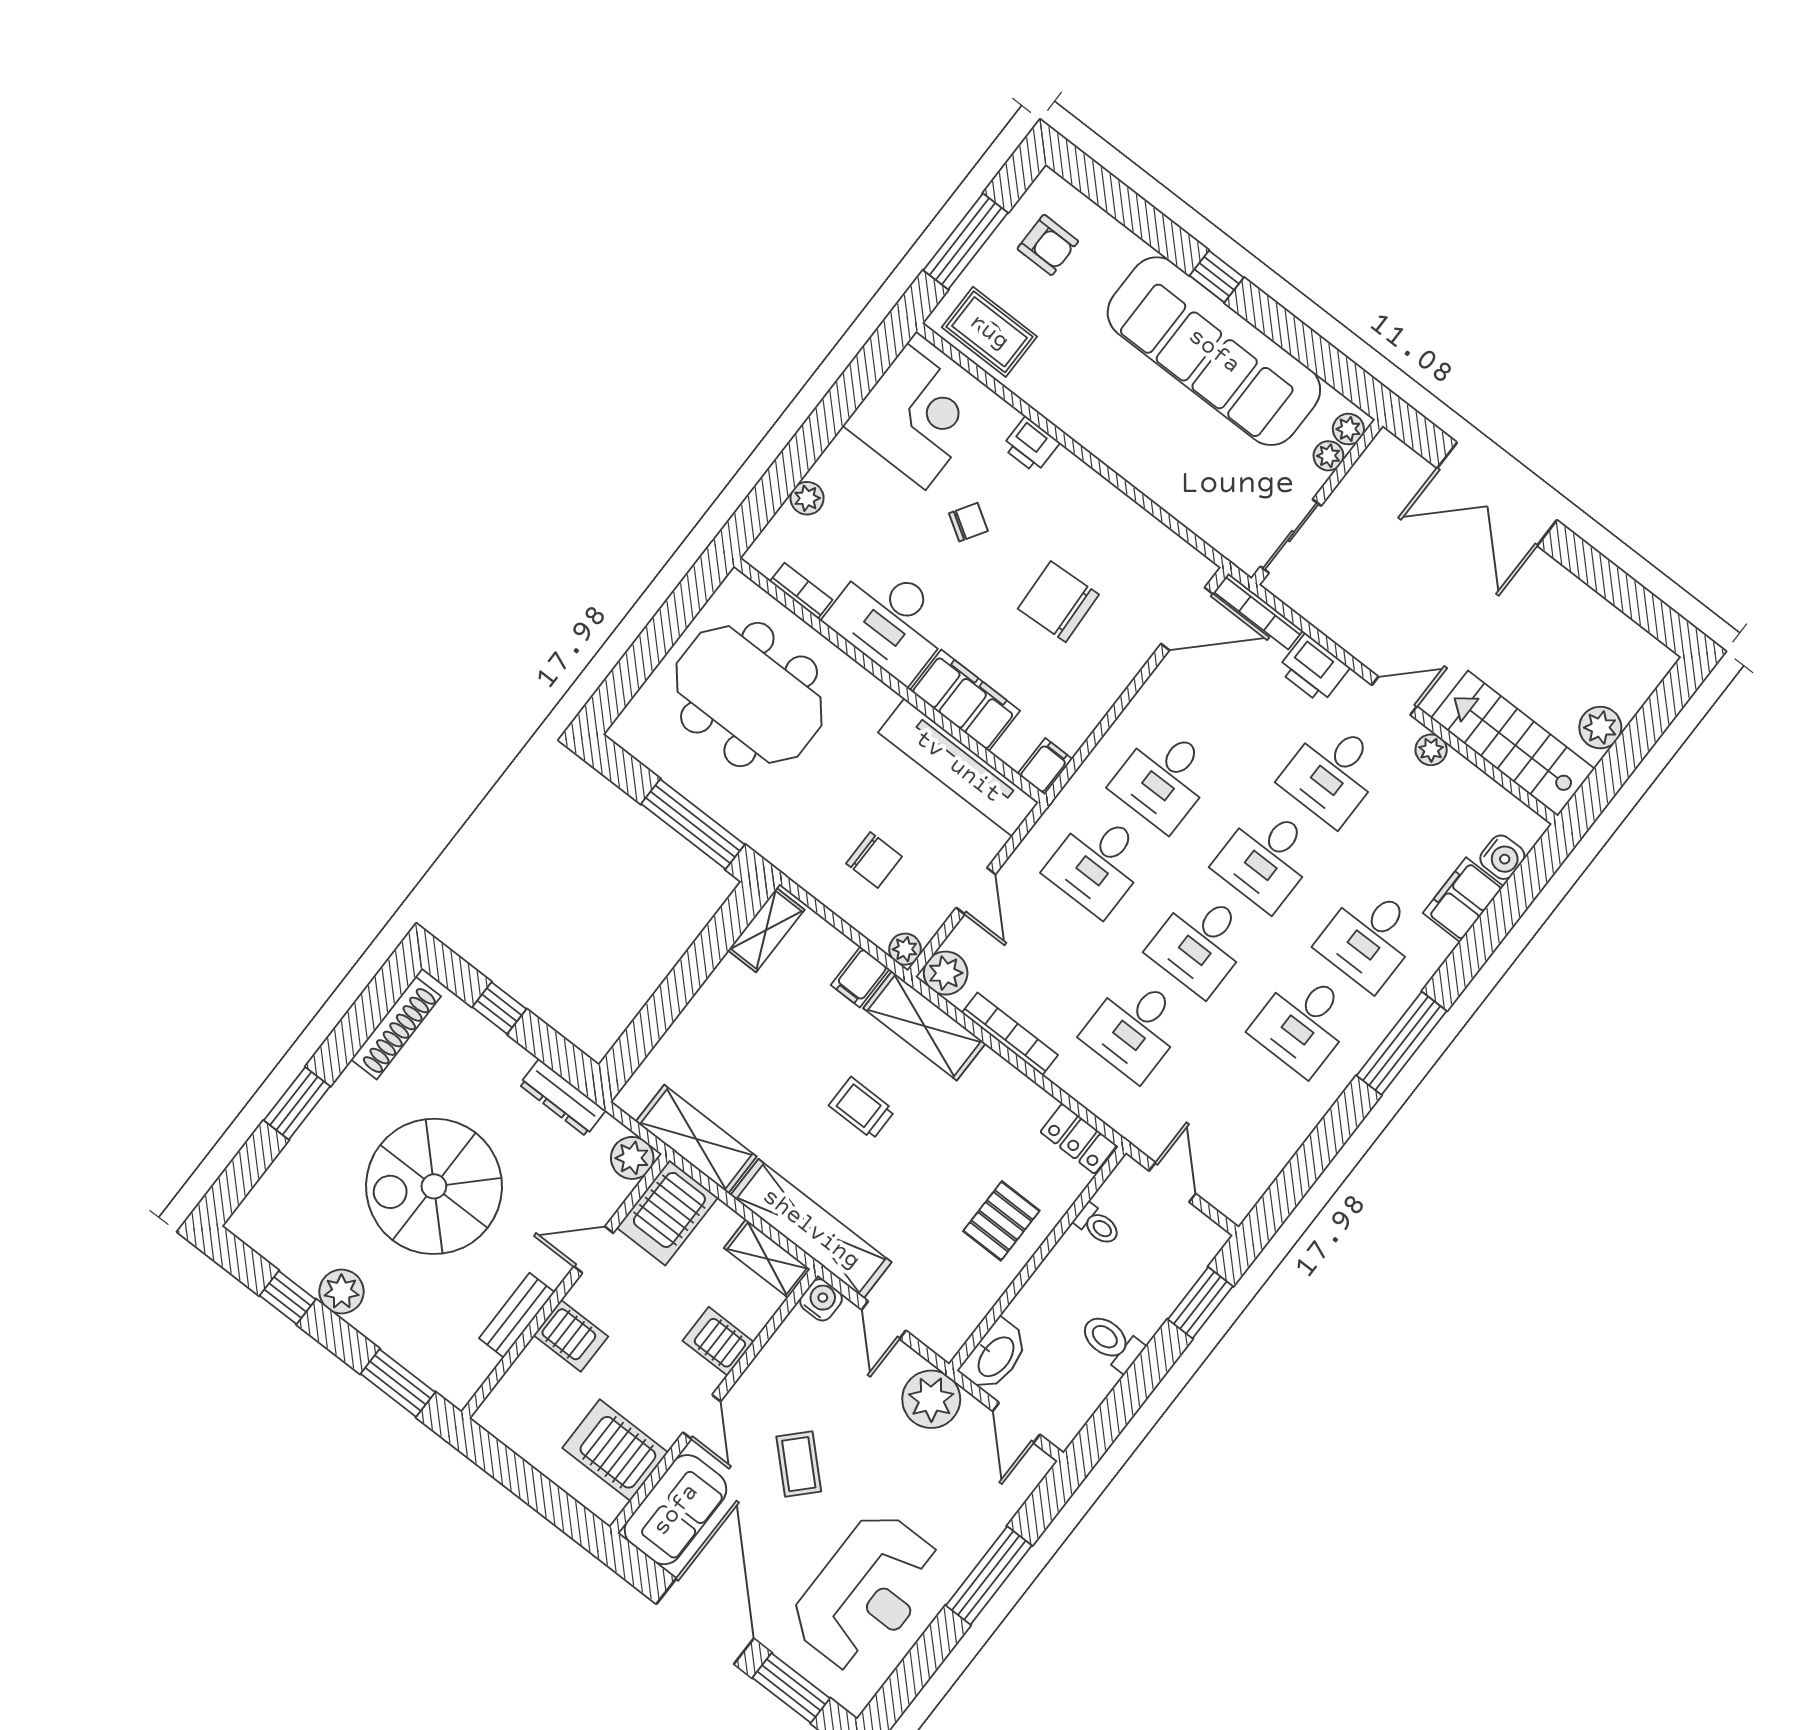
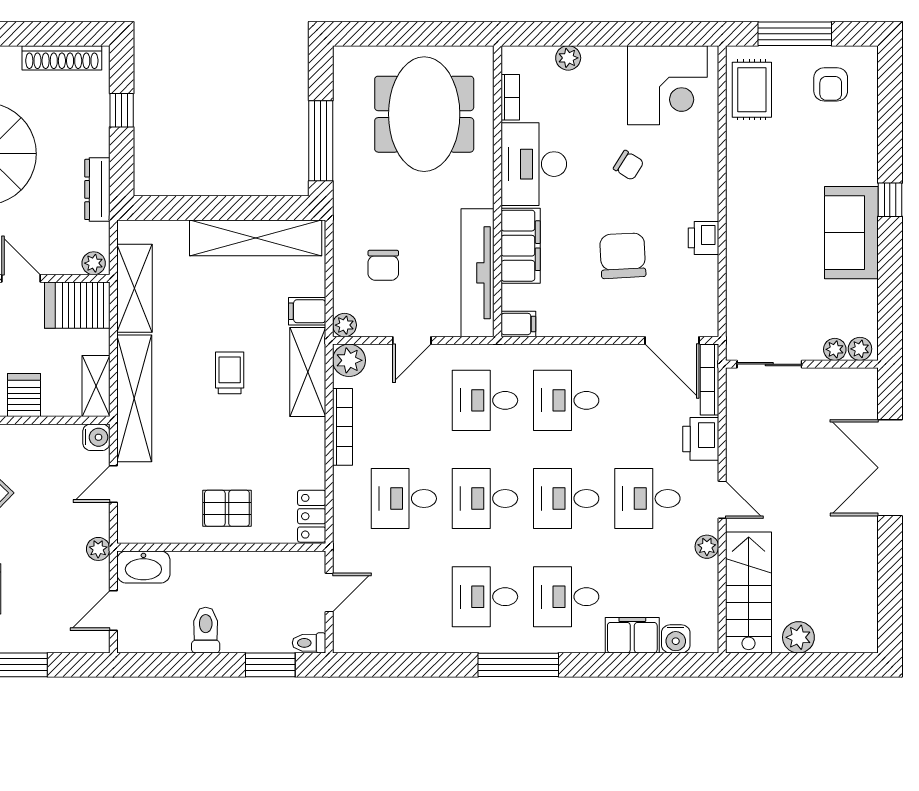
sofa: (1214, 351) -> (851, 233), width x0.54, depth x0.79
printer: (1031, 445) -> (704, 238), moved
shelving: (766, 930) -> (256, 238), width x2.20, depth x1.33
plant: (632, 1158) -> (94, 263), width x0.73, depth x0.73
toilet: (1097, 1225) -> (309, 643), moved, turned 90
plant: (931, 1399) -> (98, 549), width x0.53, depth x0.53

